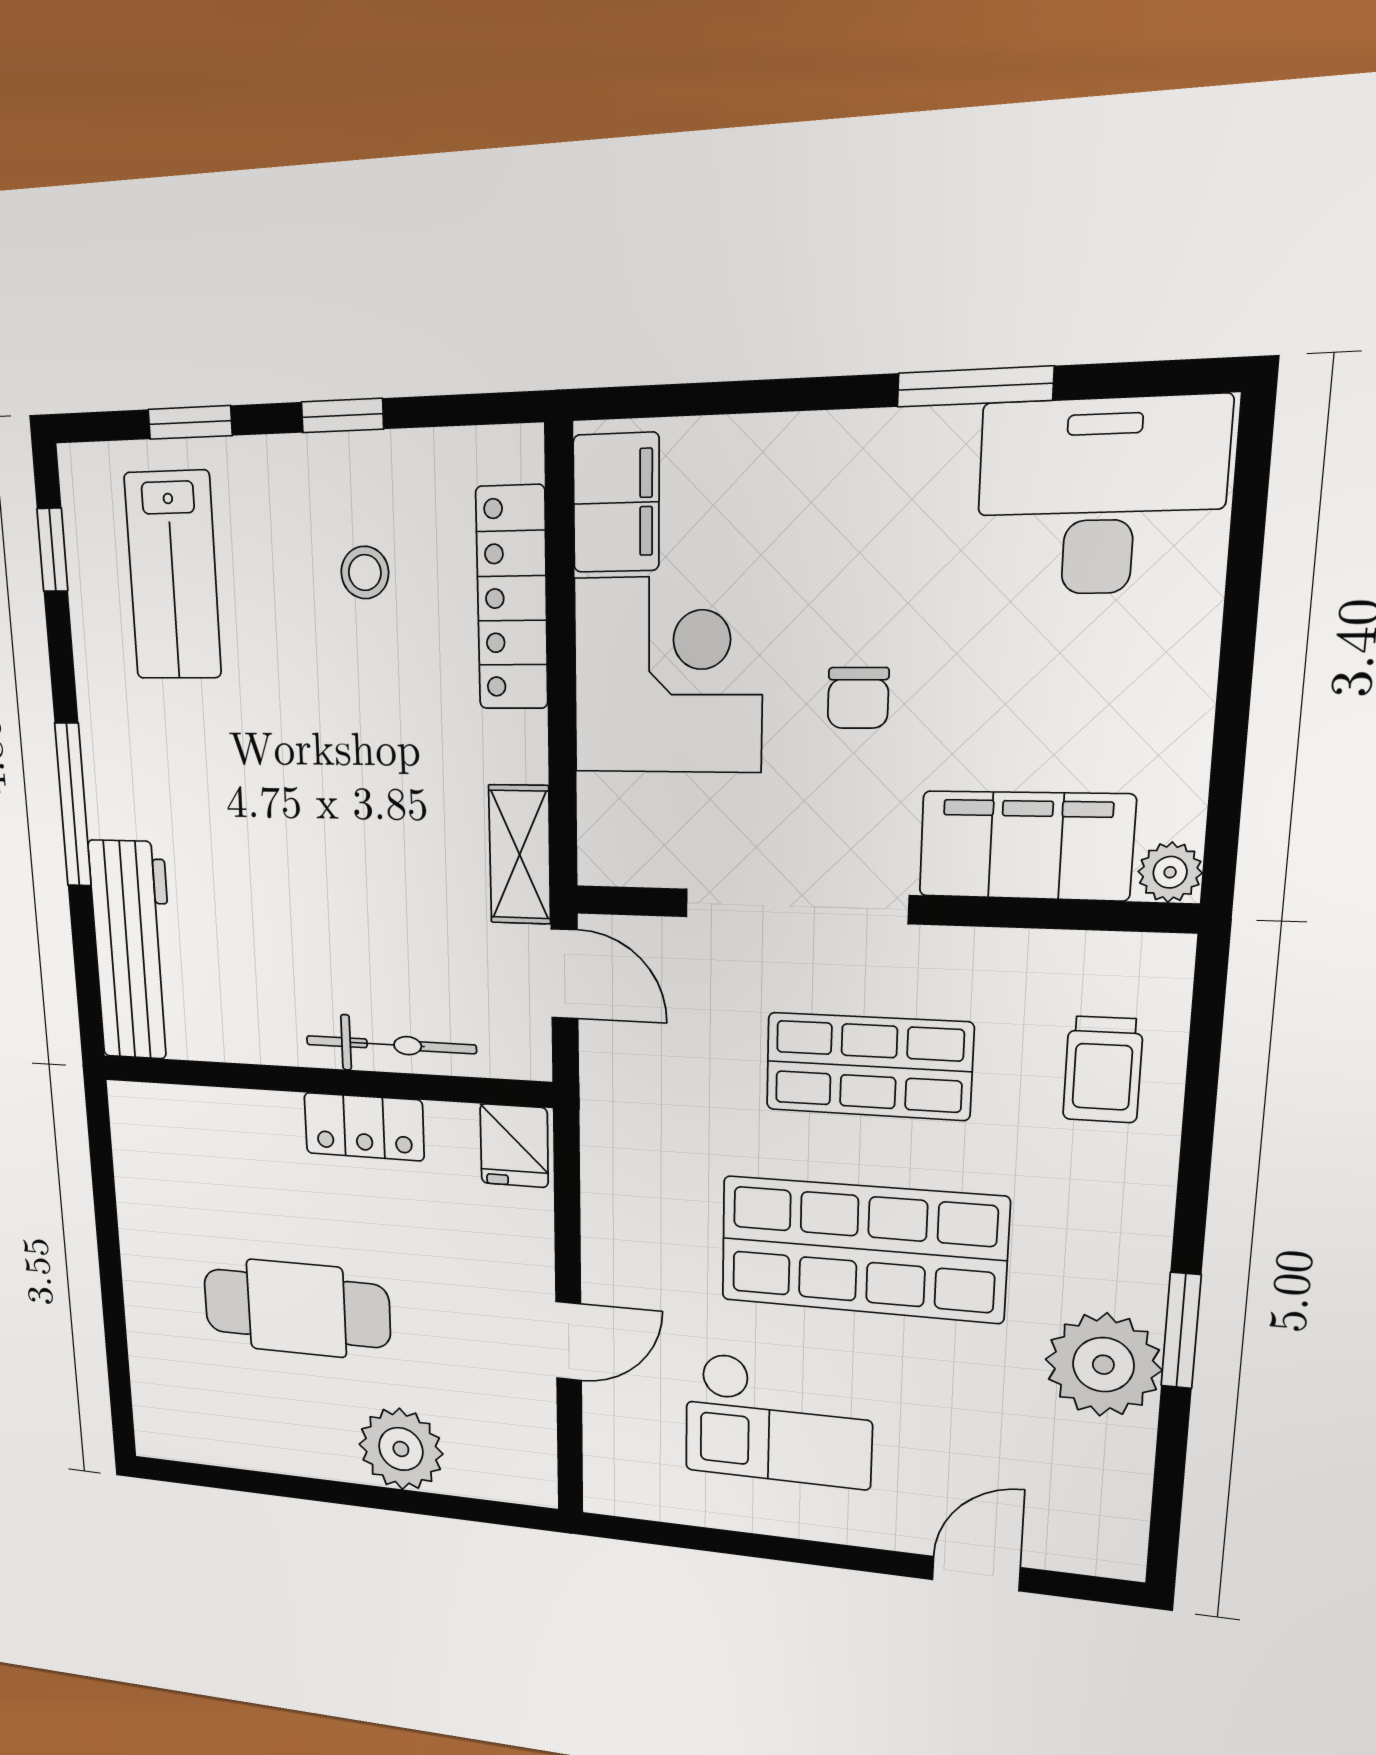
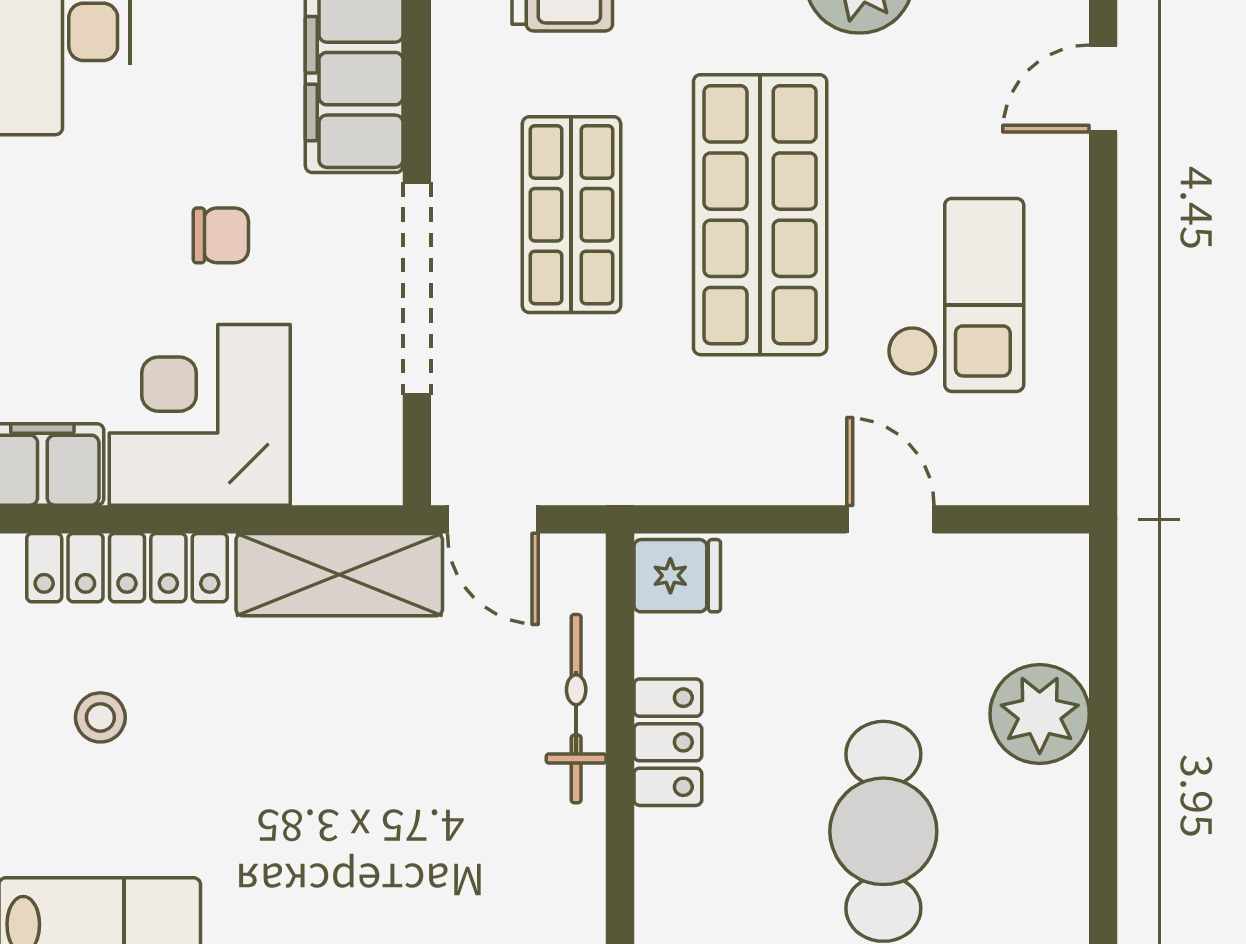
shelving: (520, 855) -> (339, 575), width x1.50, depth x1.33
door: (565, 974) -> (493, 519), swing flipped
door: (976, 1574) -> (1103, 88), hinge flipped

